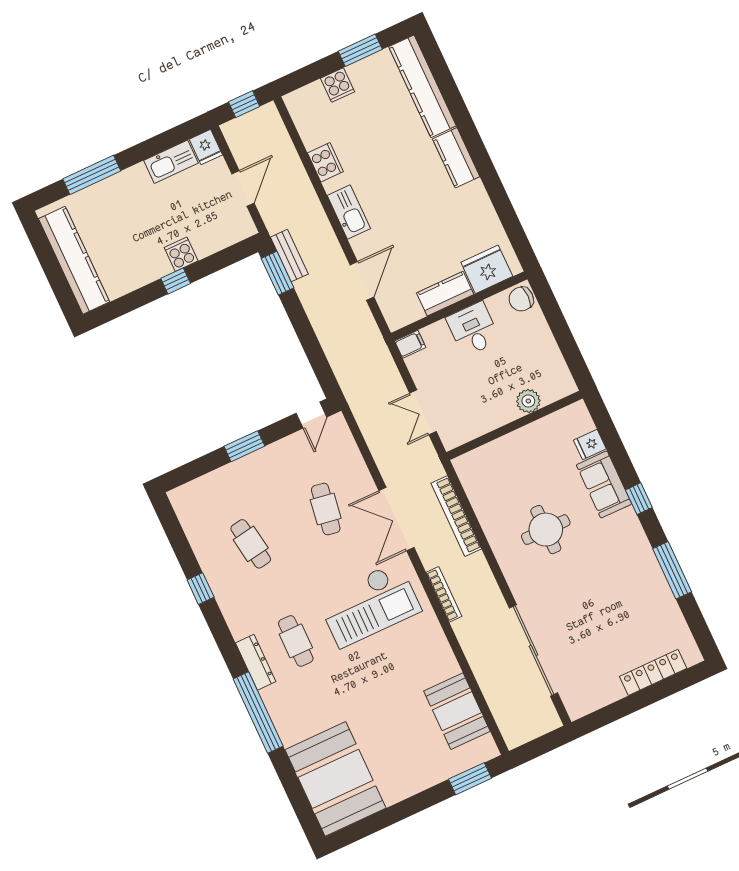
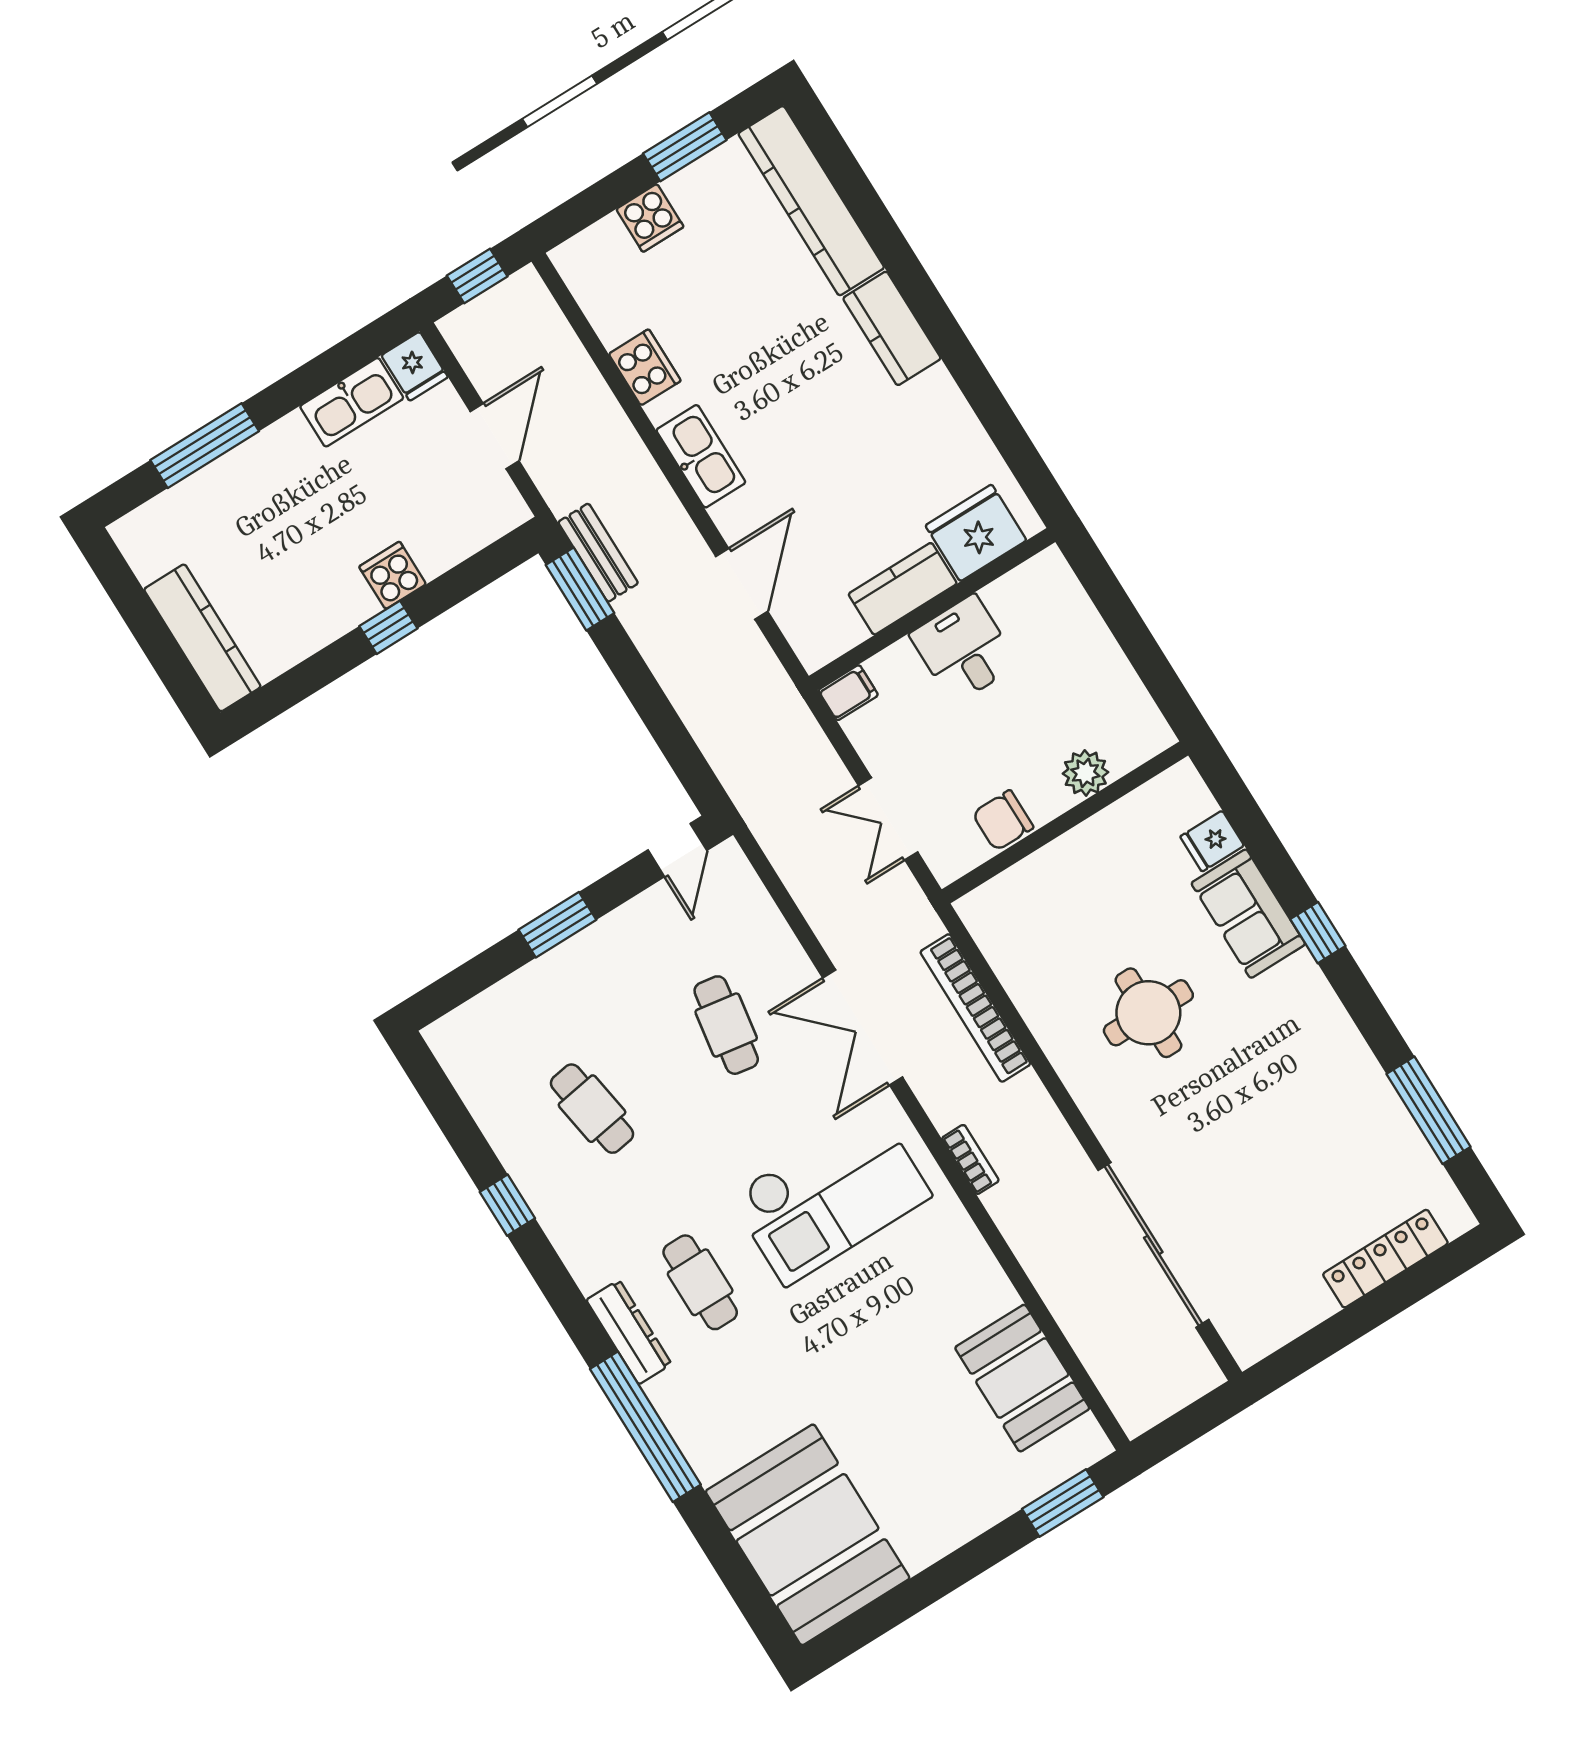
kitchen counter: (74, 260) -> (202, 638), width x0.72, depth x0.86
chair: (521, 299) -> (1003, 820), moved
window: (672, 570) -> (1429, 1110), moved
bookcase: (444, 594) -> (970, 1159), width x0.64

